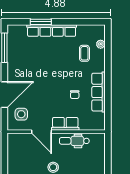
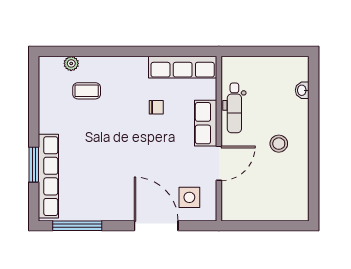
row of seats: (52, 31) -> (48, 176), moved
row of seats: (98, 92) -> (183, 67), moved

